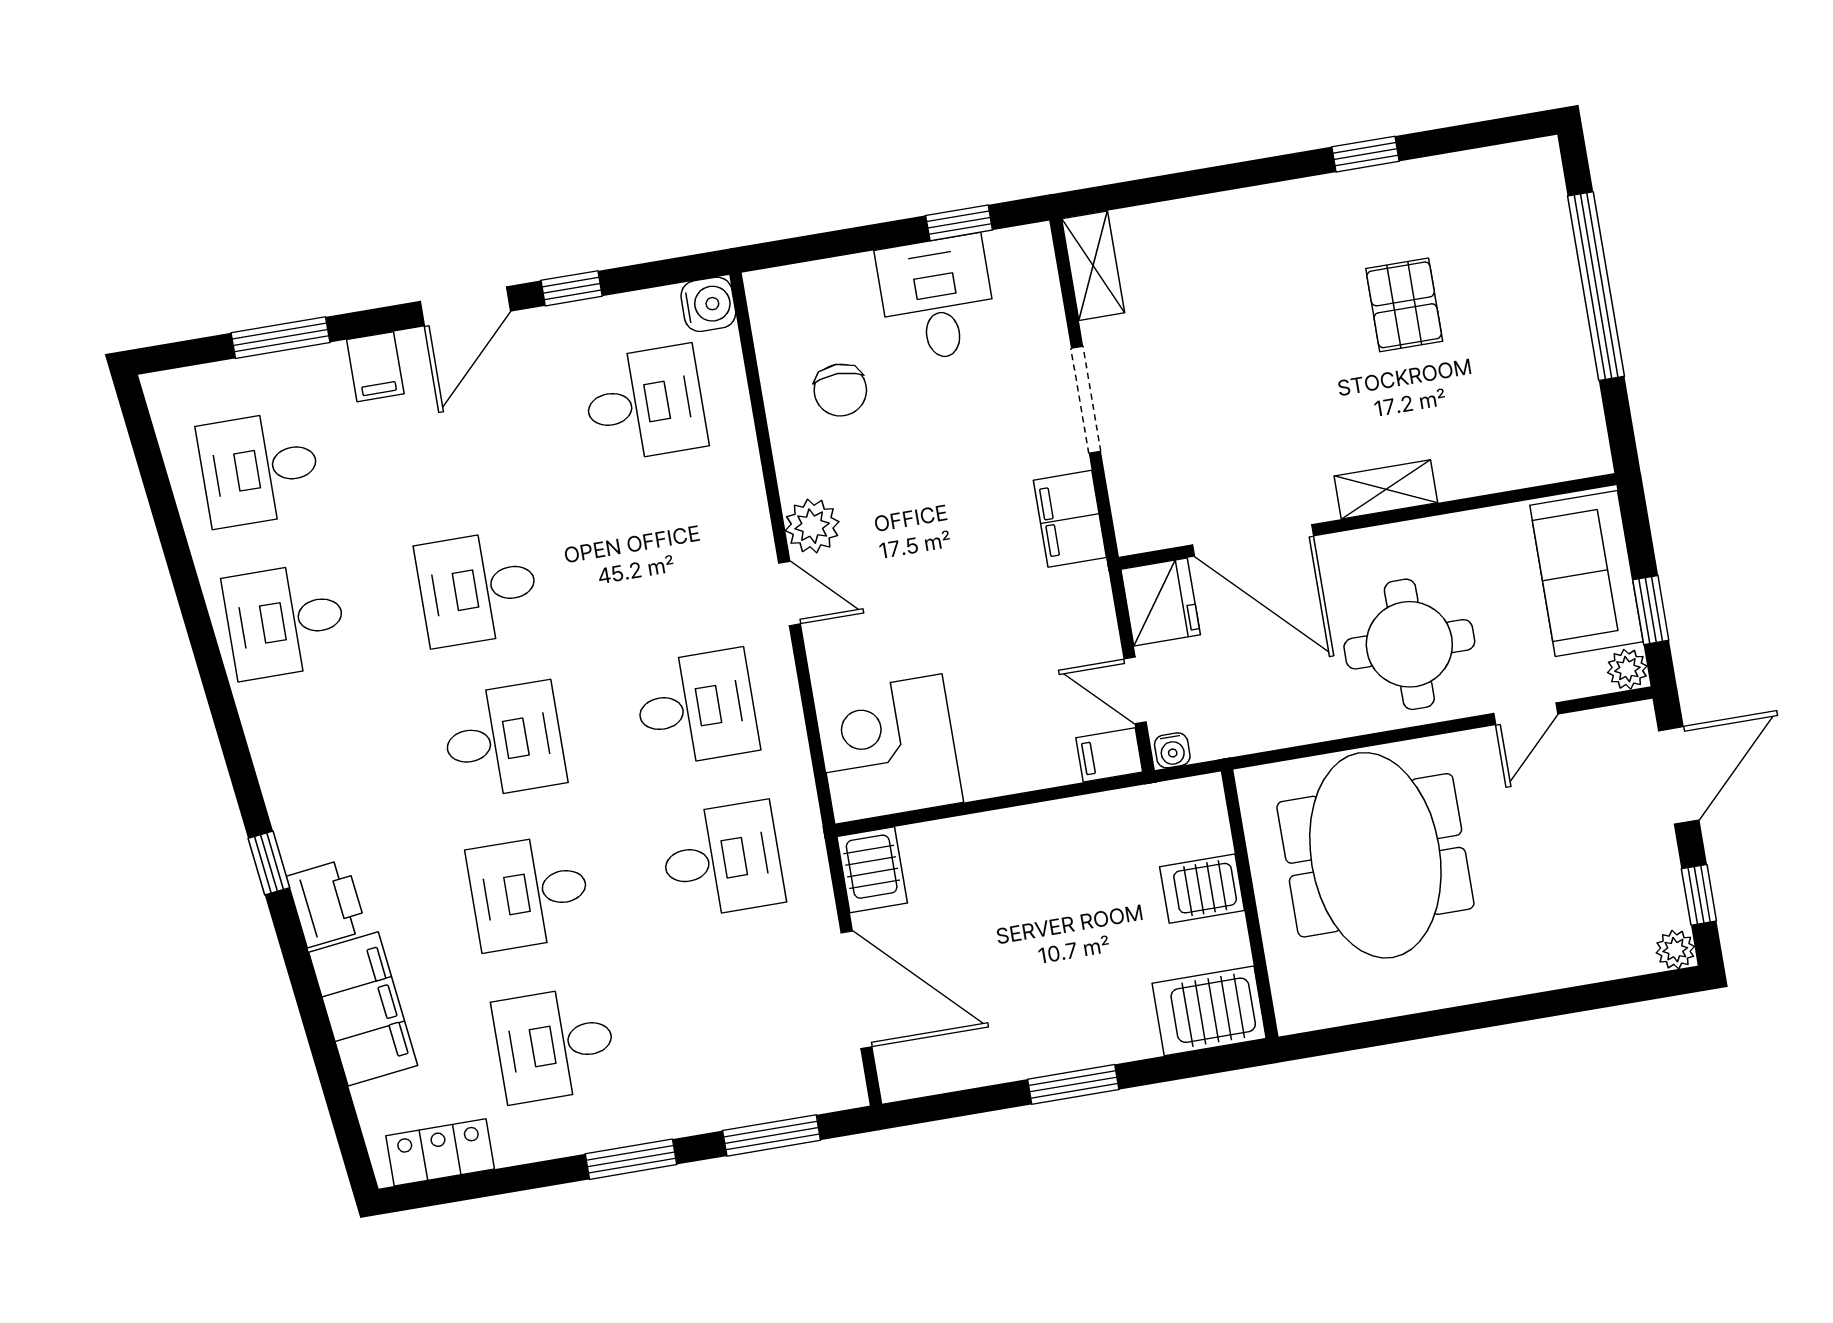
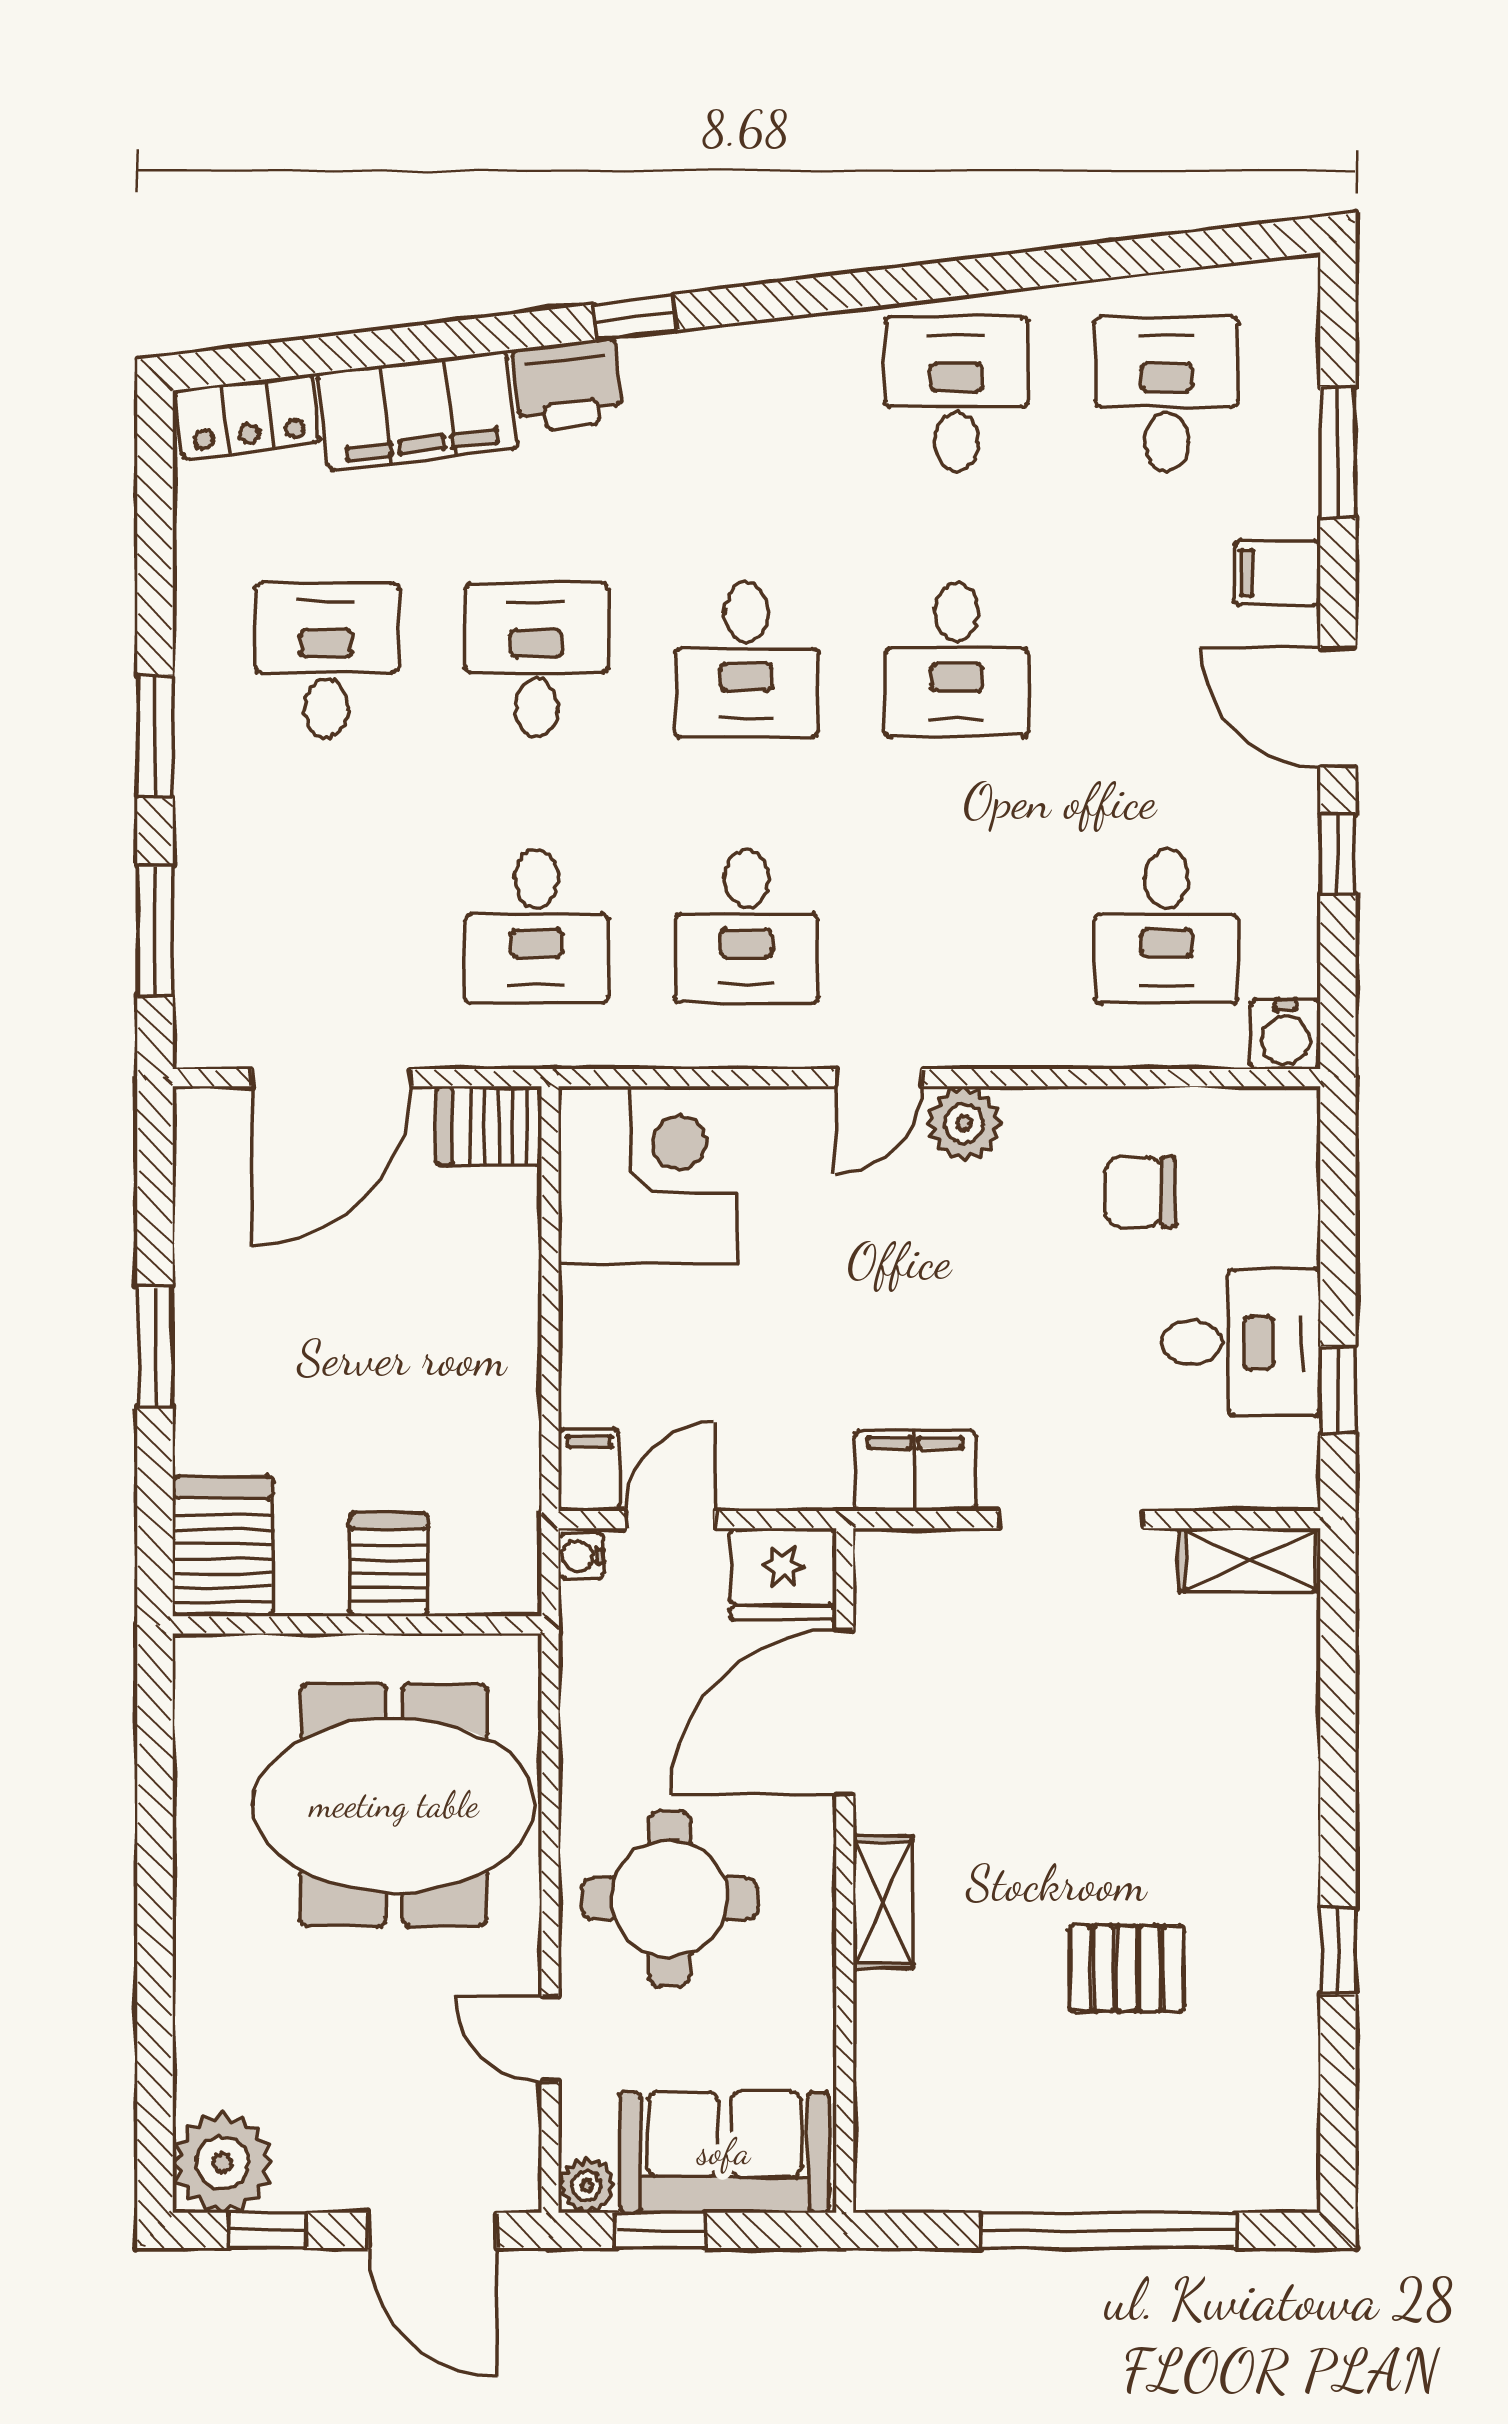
desk: (478, 588) -> (957, 660), turned 180
plant: (1675, 950) -> (223, 2163), width x1.87, depth x1.87
locker: (440, 1152) -> (247, 417), moved, turned 83

